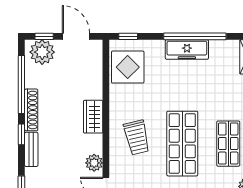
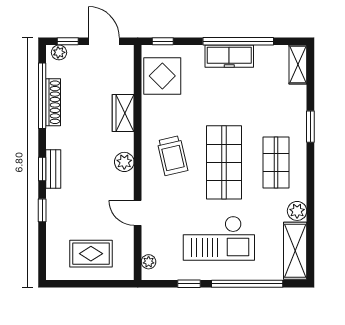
plant: (42, 52) -> (59, 52), width x0.53, depth x0.53
shoe rack: (31, 110) -> (53, 102), moved
wardrobe: (93, 117) -> (123, 113), moved
window: (21, 134) -> (42, 169), moved
plant: (94, 163) -> (124, 162), moved

